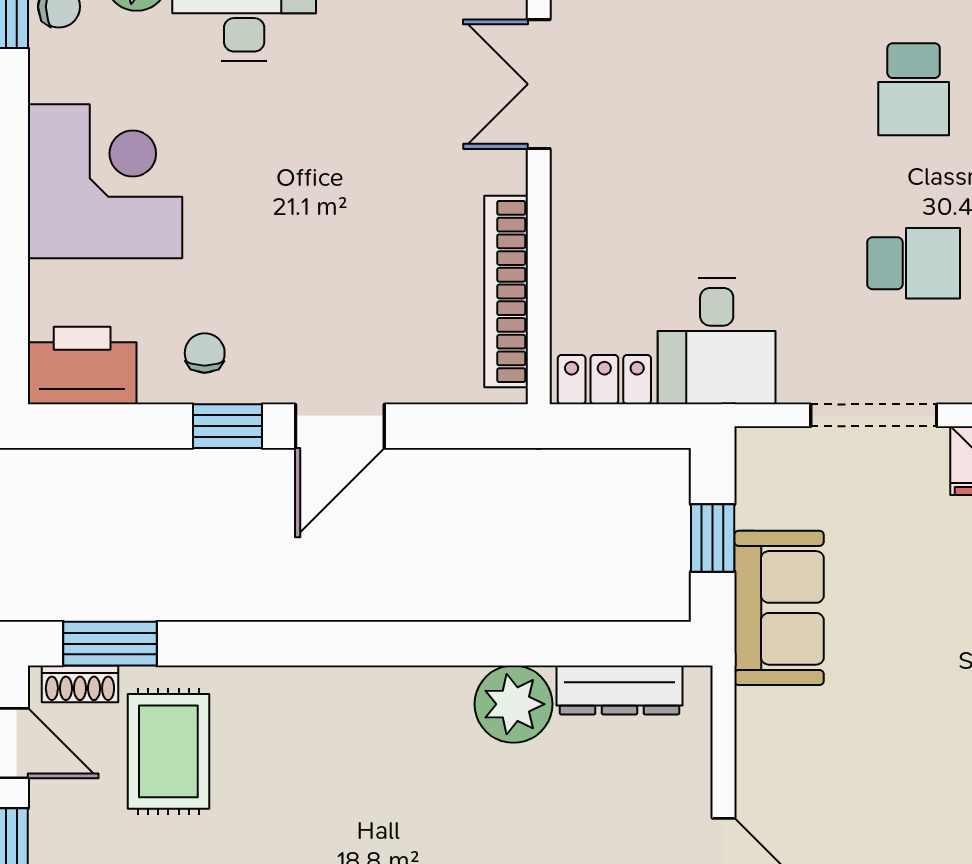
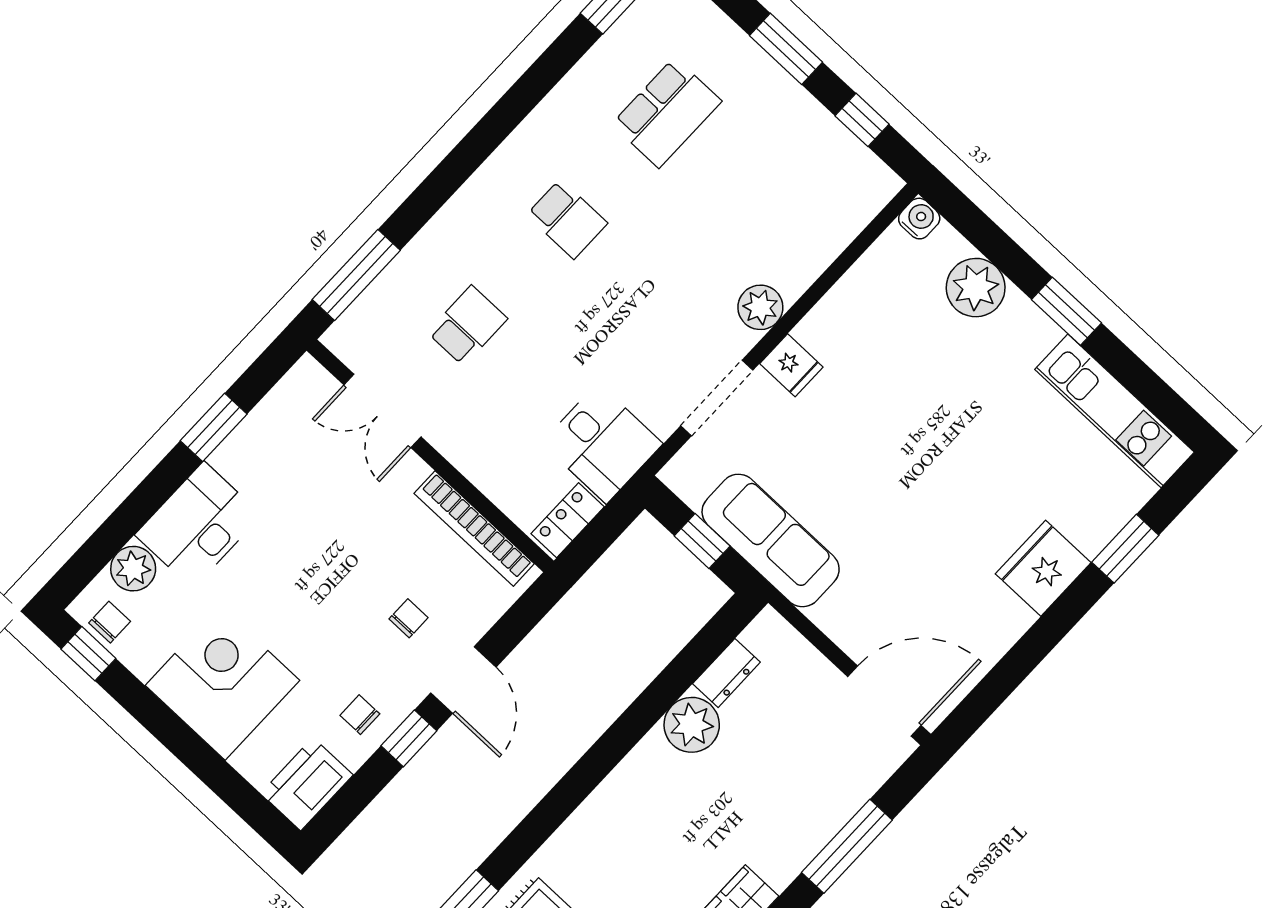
school desk: (914, 263) -> (467, 326), moved
chair: (351, 311) -> (409, 618), added
sofa: (779, 608) -> (771, 540), width x1.36
dresser: (620, 690) -> (726, 673), width x0.70

